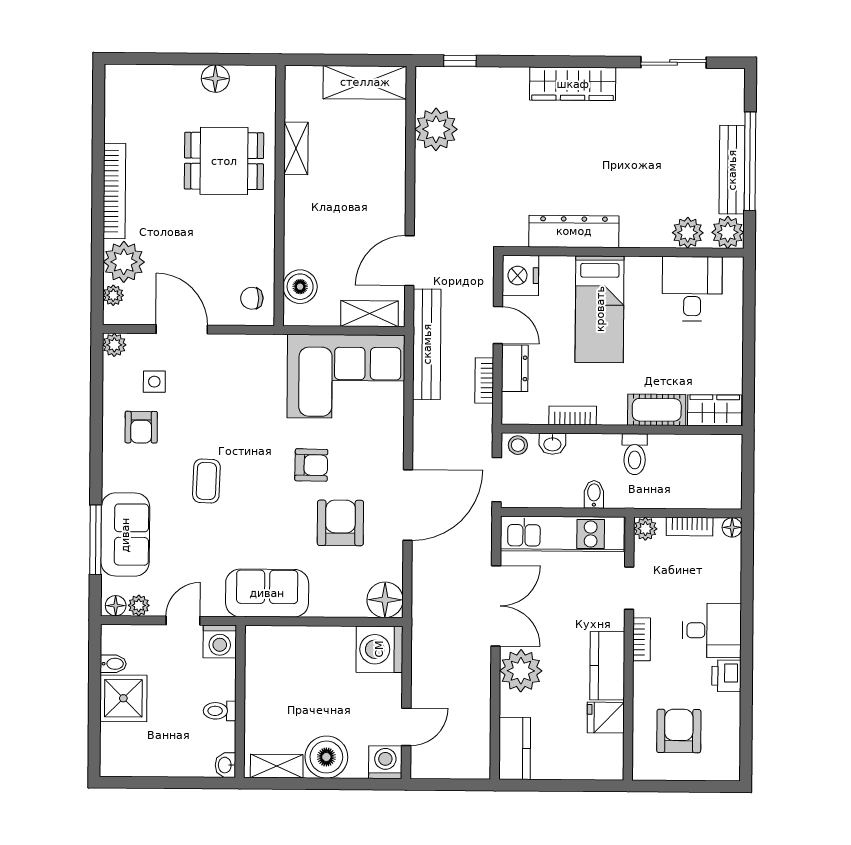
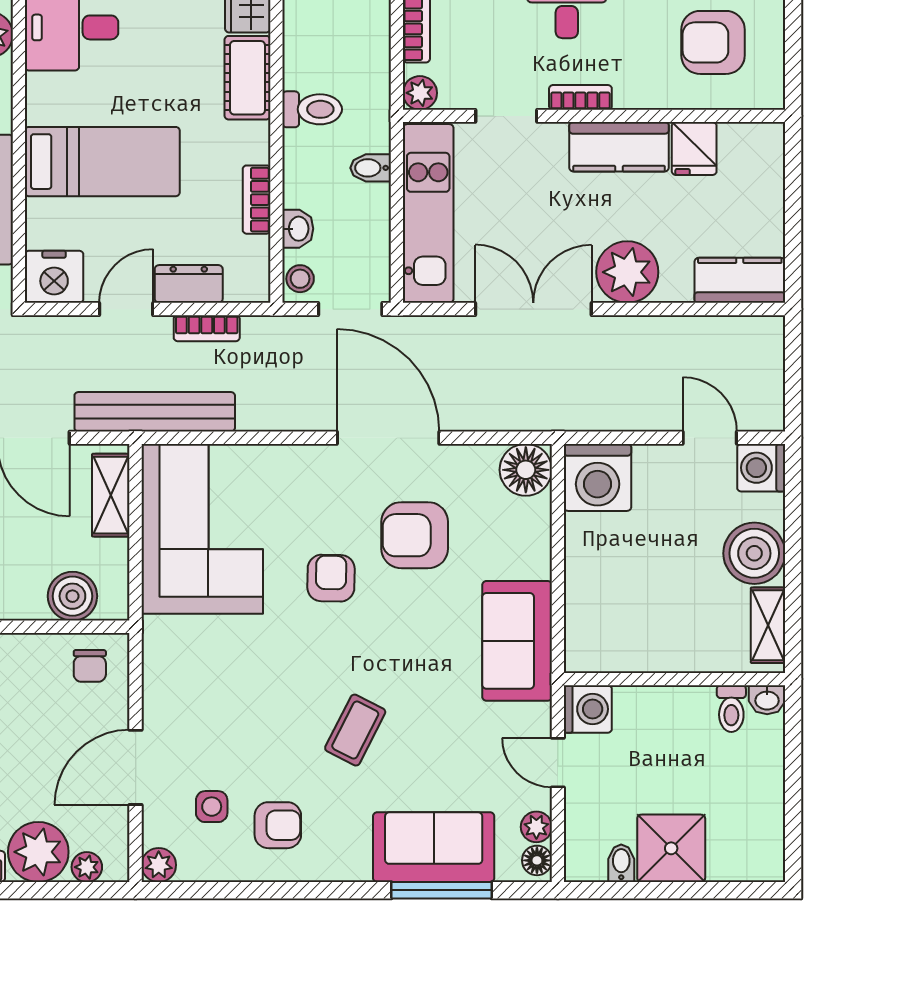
coffee table: (206, 481) -> (355, 730), turned -65
toilet: (220, 711) -> (731, 709), moved

